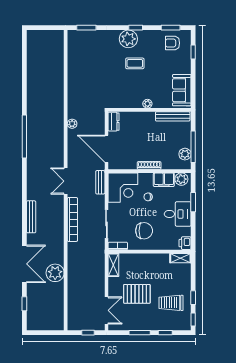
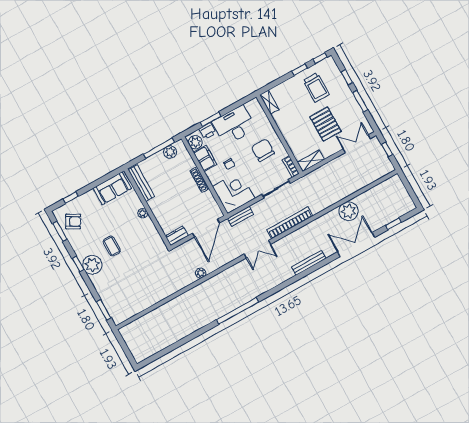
armchair: (172, 43) -> (73, 222), turned -60
desk: (178, 214) -> (234, 125), width x1.37
printer: (185, 243) -> (208, 131), moved

